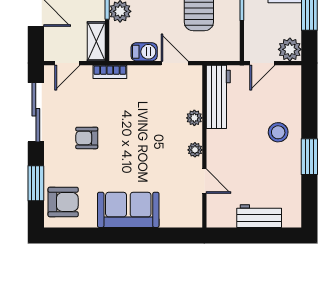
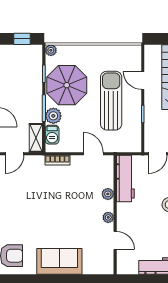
barbecue: (144, 52) -> (52, 135), moved, turned 90
bookcase: (110, 72) -> (57, 160), moved
armchair: (87, 138) -> (29, 209), removed

